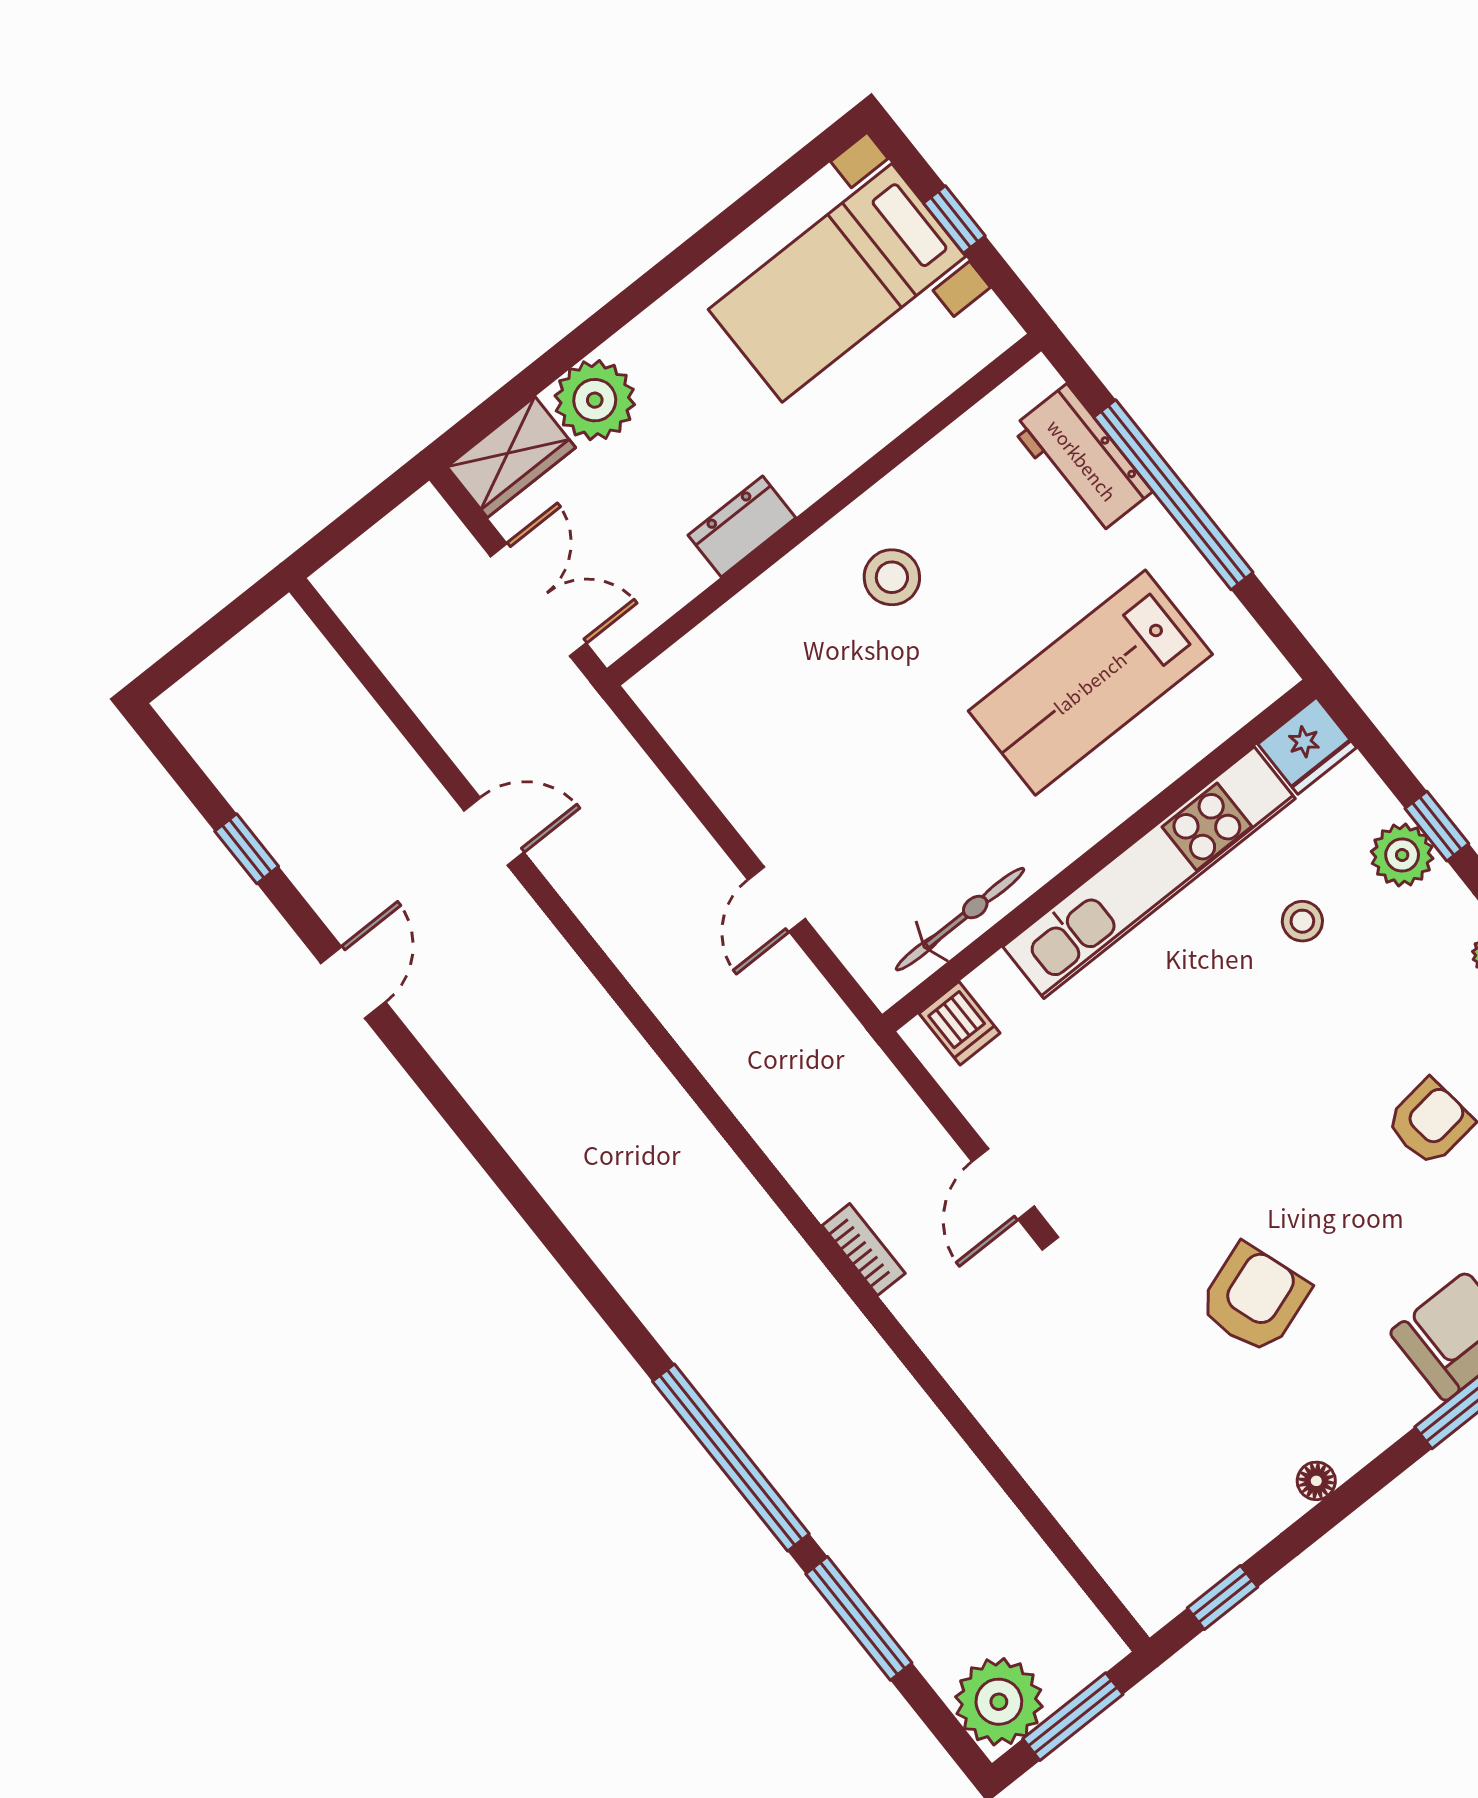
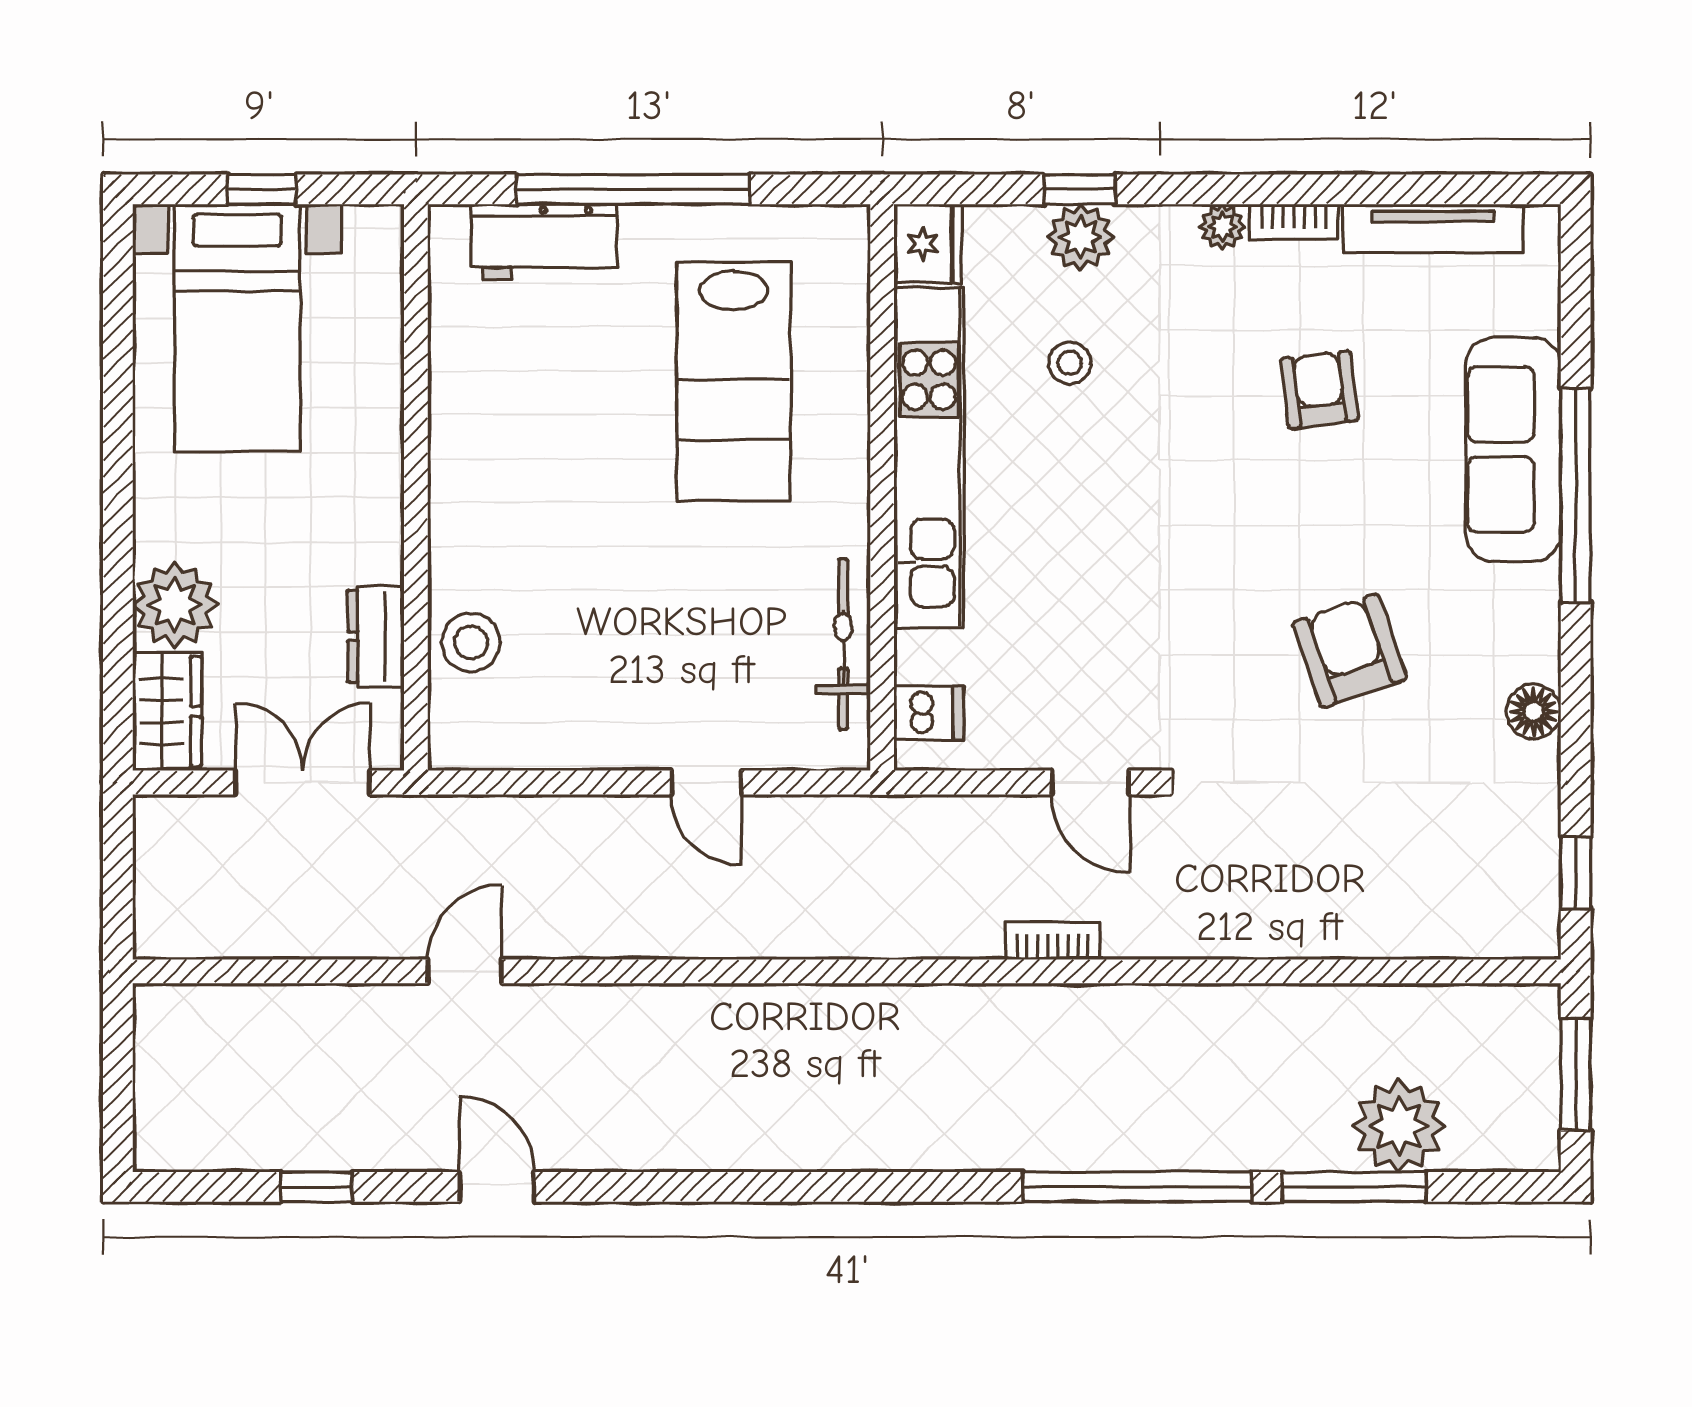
dresser: (742, 526) -> (376, 636), moved
stool: (892, 577) -> (471, 642), moved
floor lamp: (1316, 1481) -> (1534, 712), width x1.37, depth x1.37
plant: (999, 1702) -> (1399, 1126), moved

